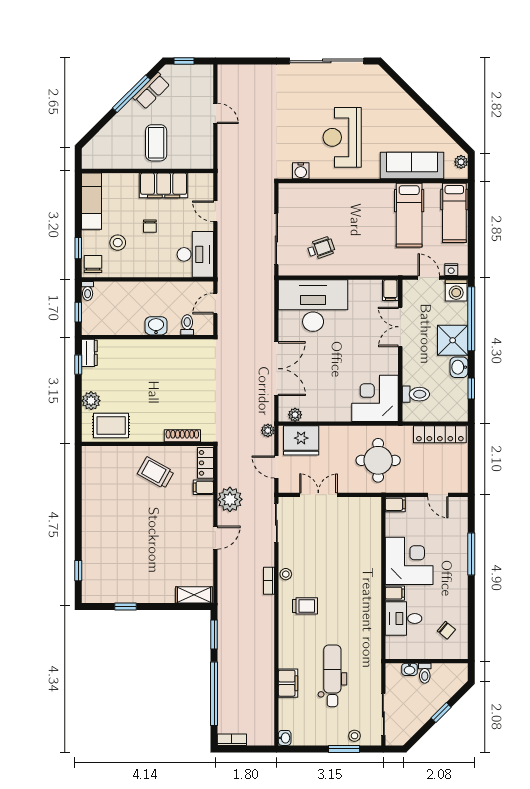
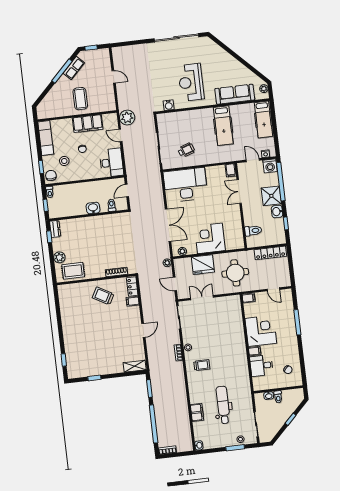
hospital bed: (409, 215) -> (223, 126), moved
corner desk: (375, 398) -> (210, 238), moved
fridge: (301, 440) -> (203, 265), moved
plant: (230, 499) -> (127, 118), moved

